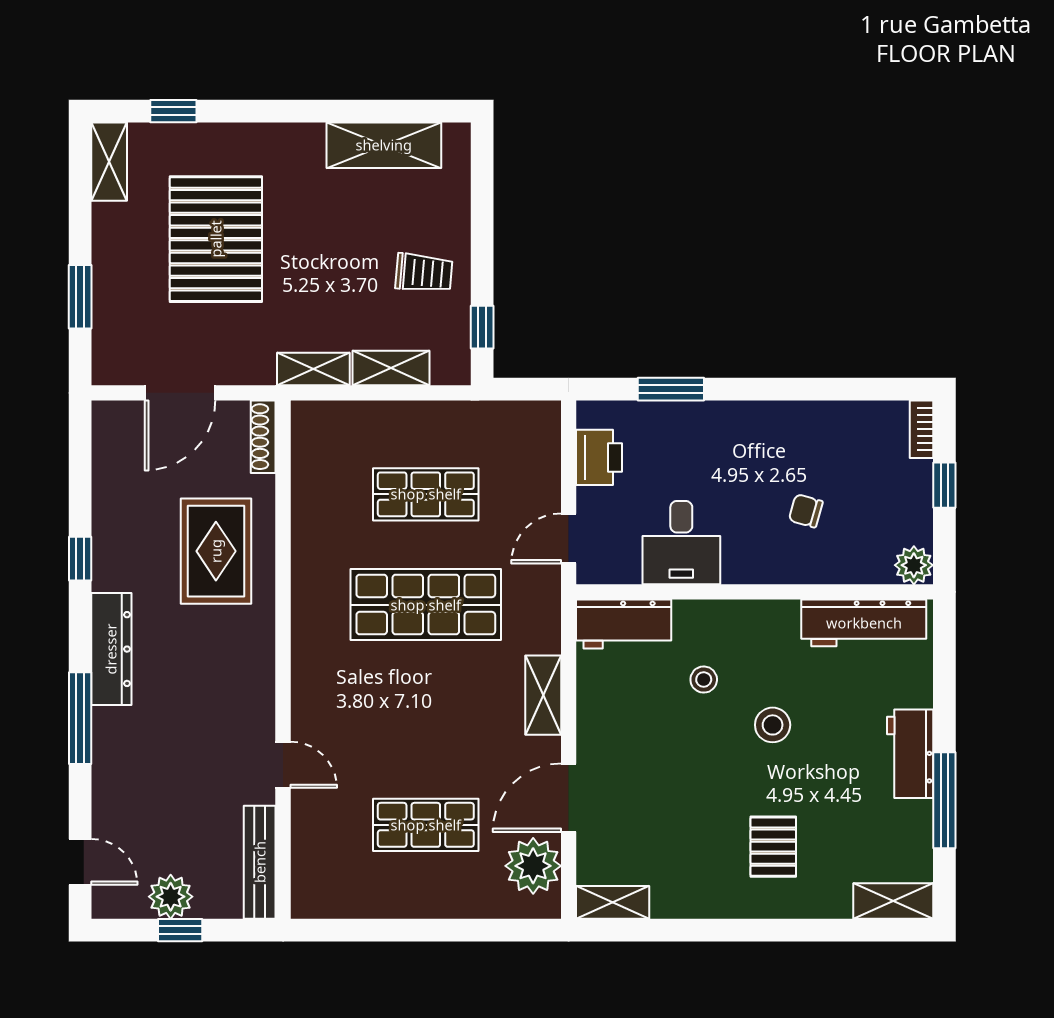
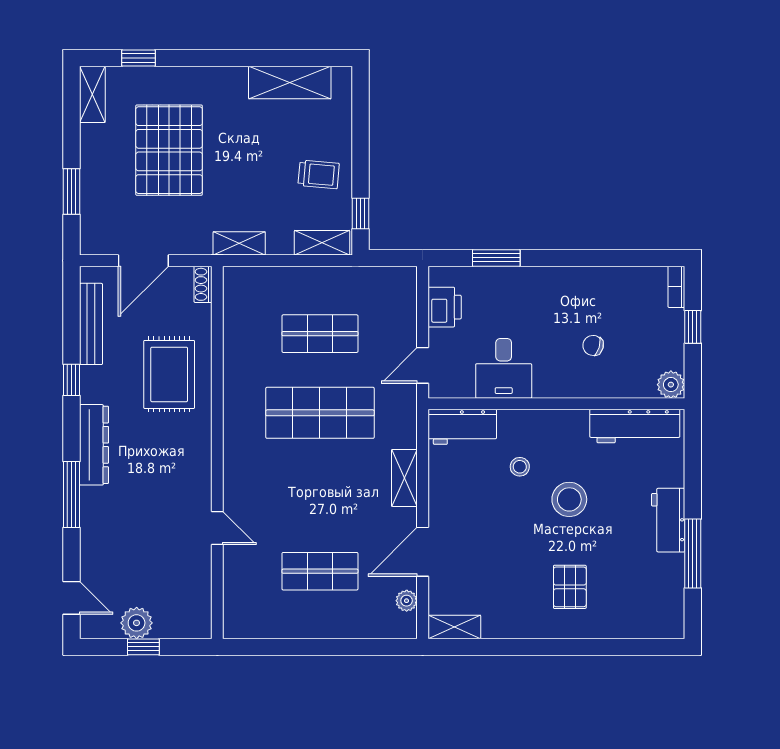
shelving: (391, 368) -> (322, 243), moved
shoe rack: (263, 437) -> (203, 284), width x0.70
stool: (773, 725) -> (569, 499), width x1.38, depth x1.38
bench: (260, 862) -> (91, 324), moved
plant: (533, 866) -> (407, 601), width x0.53, depth x0.53
shelving: (893, 901) -> (656, 626), removed

